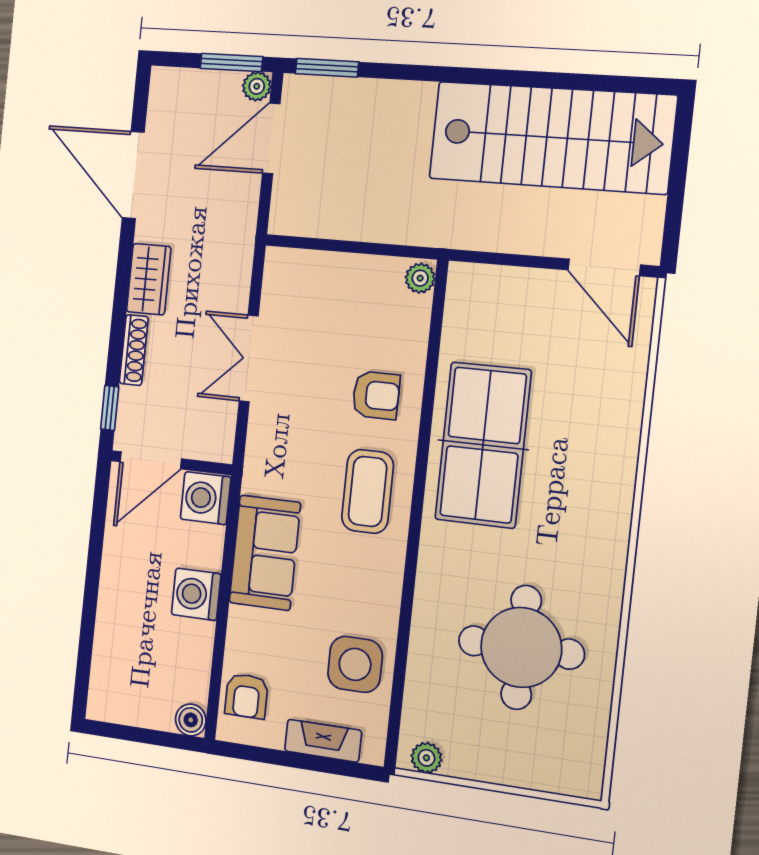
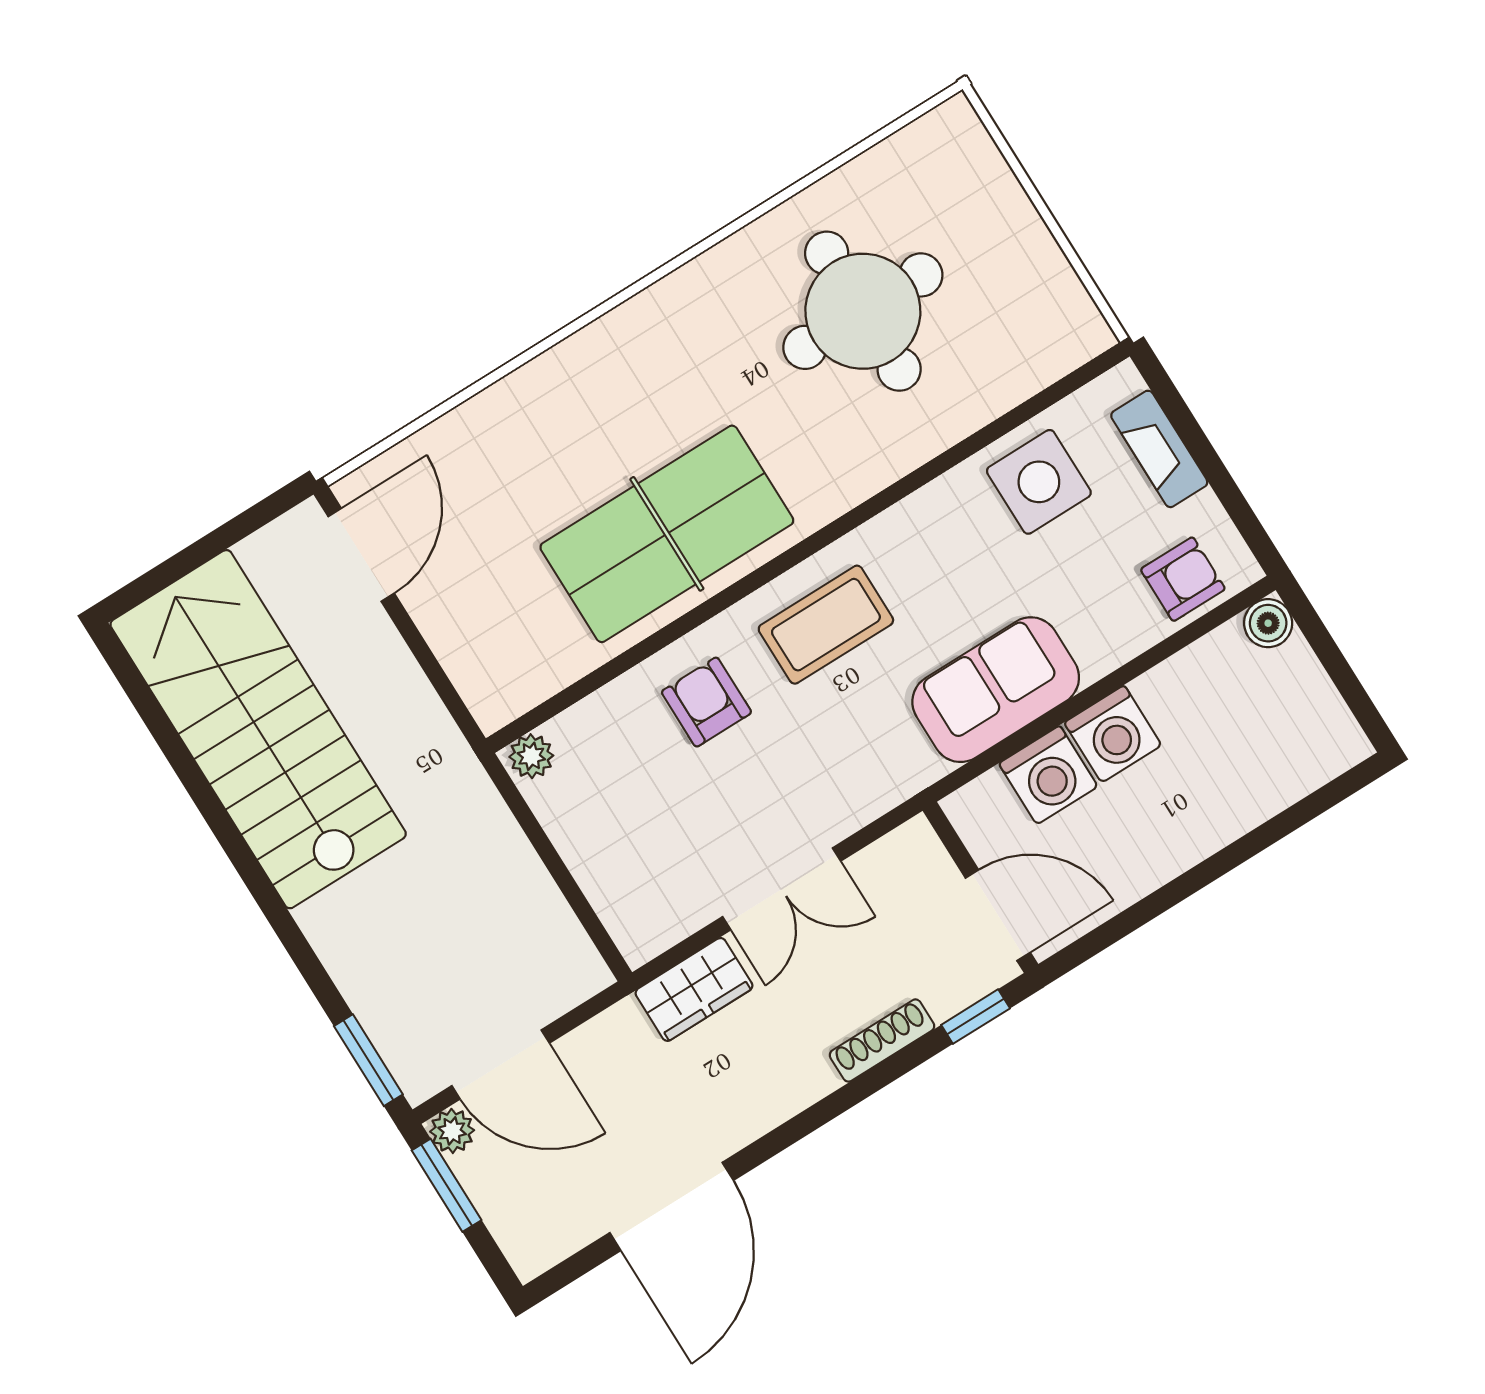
wardrobe: (149, 279) -> (694, 989), moved, turned 180
washing machine: (206, 498) -> (1048, 775), moved
plant: (426, 758) -> (1078, 317), removed

